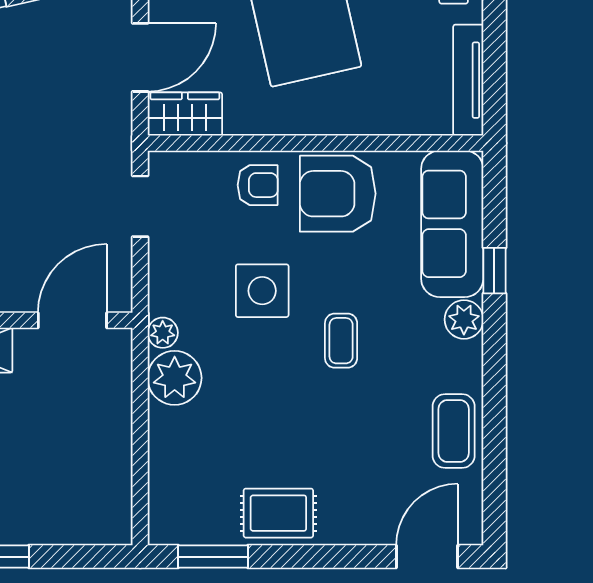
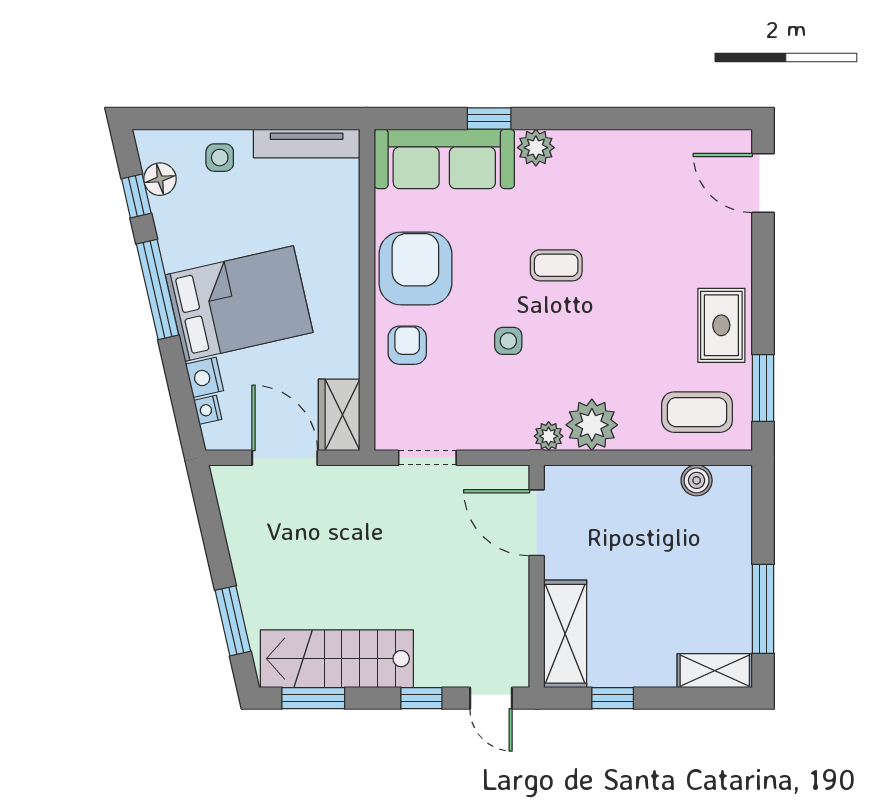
armchair: (338, 194) -> (415, 268), turned 180
side table: (262, 291) -> (508, 341), width x0.54, depth x0.54
coffee table: (454, 431) -> (697, 412), moved
boiler: (117, 487) -> (697, 480), added

